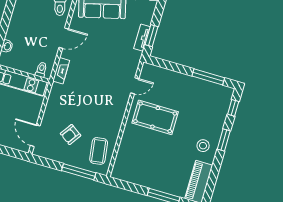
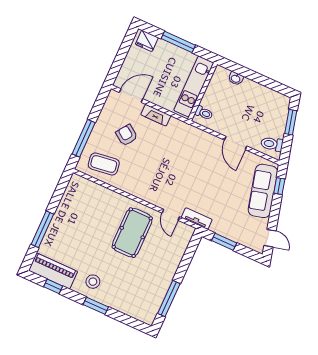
tv unit: (142, 38) -> (197, 219), moved
fireplace: (61, 71) -> (156, 115), moved
window: (233, 108) -> (53, 286), moved

